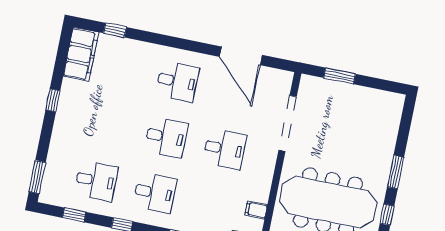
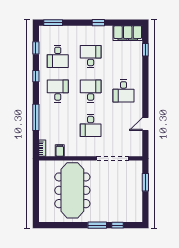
door: (241, 56) -> (145, 124), width x0.53
desk: (107, 125) -> (91, 56), added
desk: (166, 137) -> (91, 91), turned 180
desk: (155, 193) -> (58, 91), turned 180
window: (387, 215) -> (118, 225), moved

